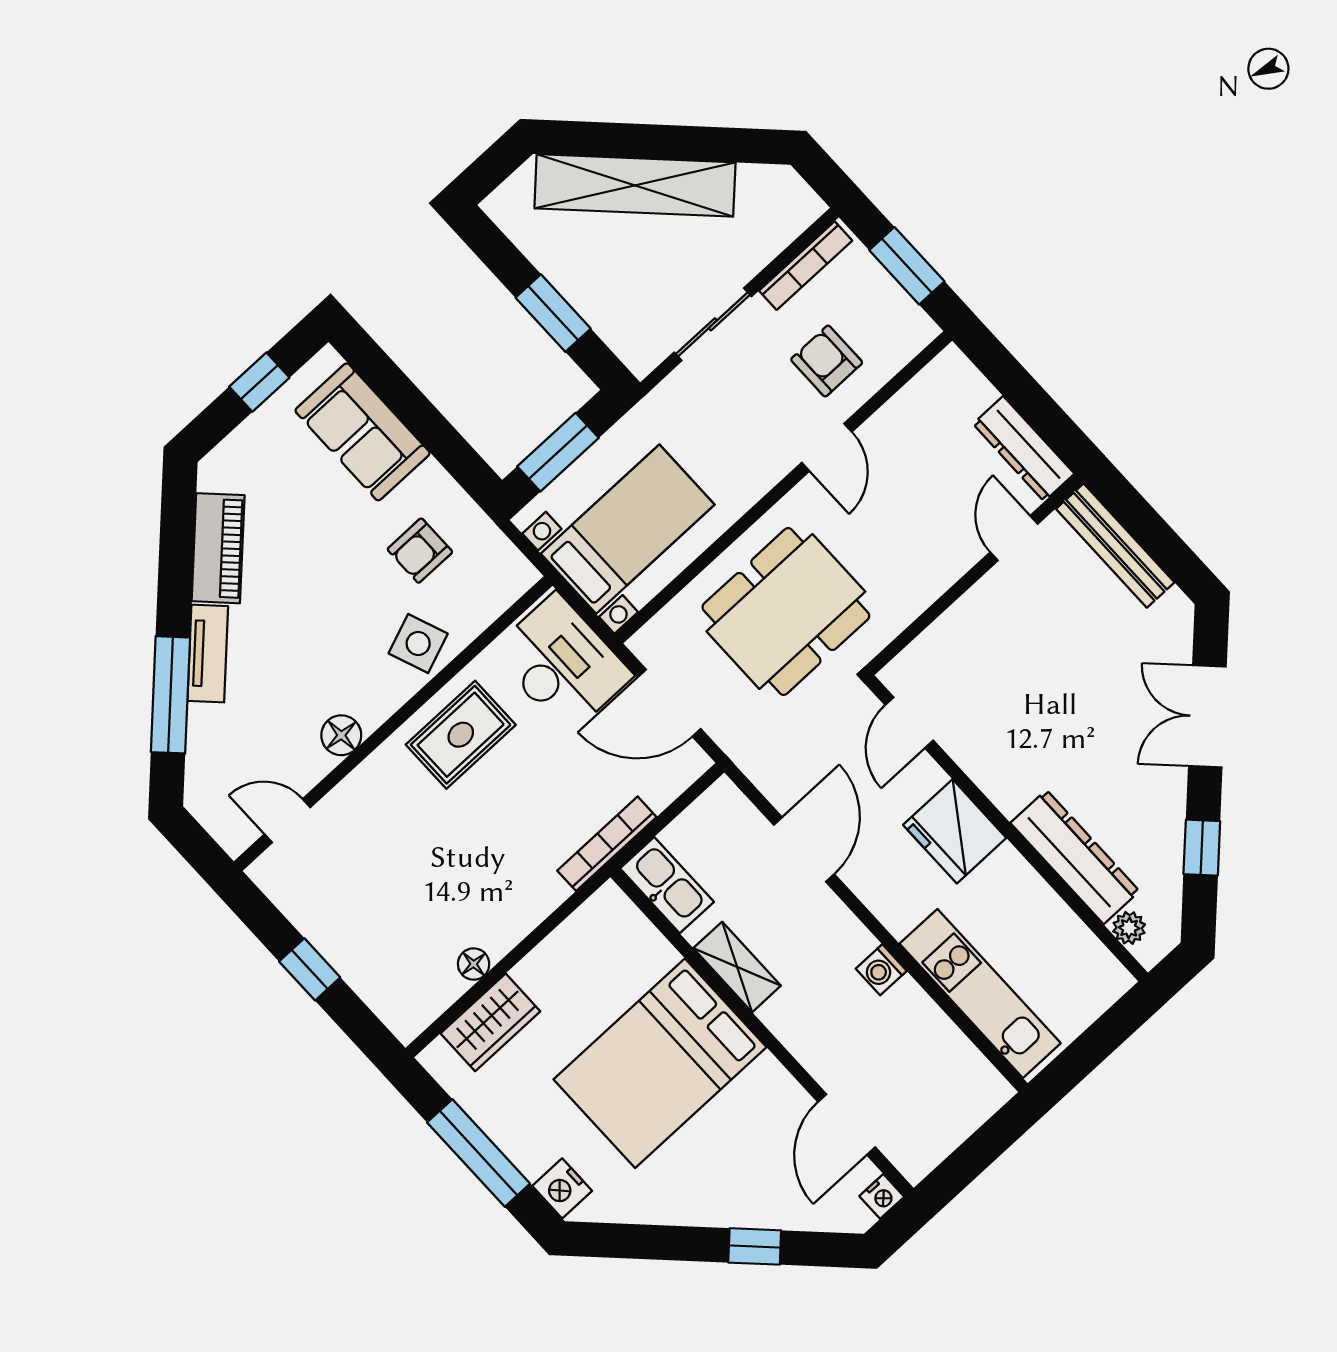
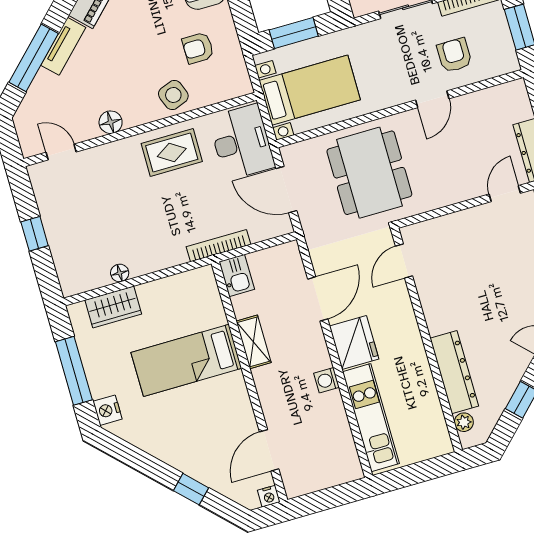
dining table: (786, 612) -> (369, 173), turned 90
fridge: (955, 831) -> (354, 342), moved, turned 180
kitchen sink: (667, 885) -> (237, 275), width x0.73
bed: (660, 1063) -> (186, 360), width x0.67

